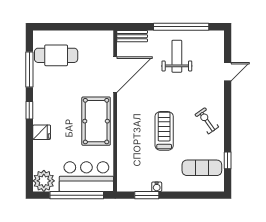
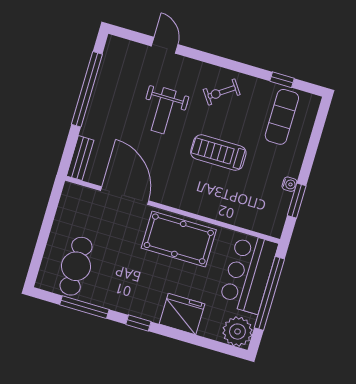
weight bench: (177, 56) -> (164, 111), moved, turned -90
fridge: (42, 132) -> (182, 314), width x1.88, depth x1.34

